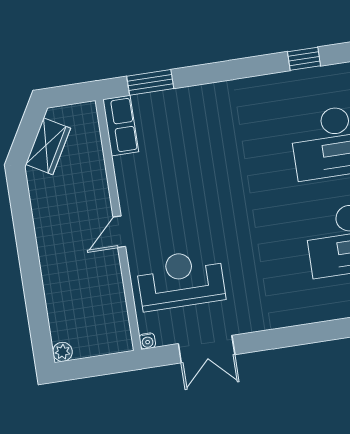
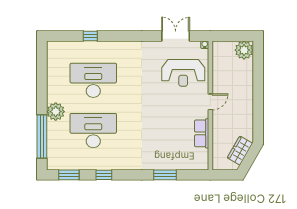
window: (150, 82) -> (165, 175), moved
row of seats: (121, 126) -> (202, 133), moved
plant: (63, 352) -> (244, 50), width x1.88, depth x1.88

